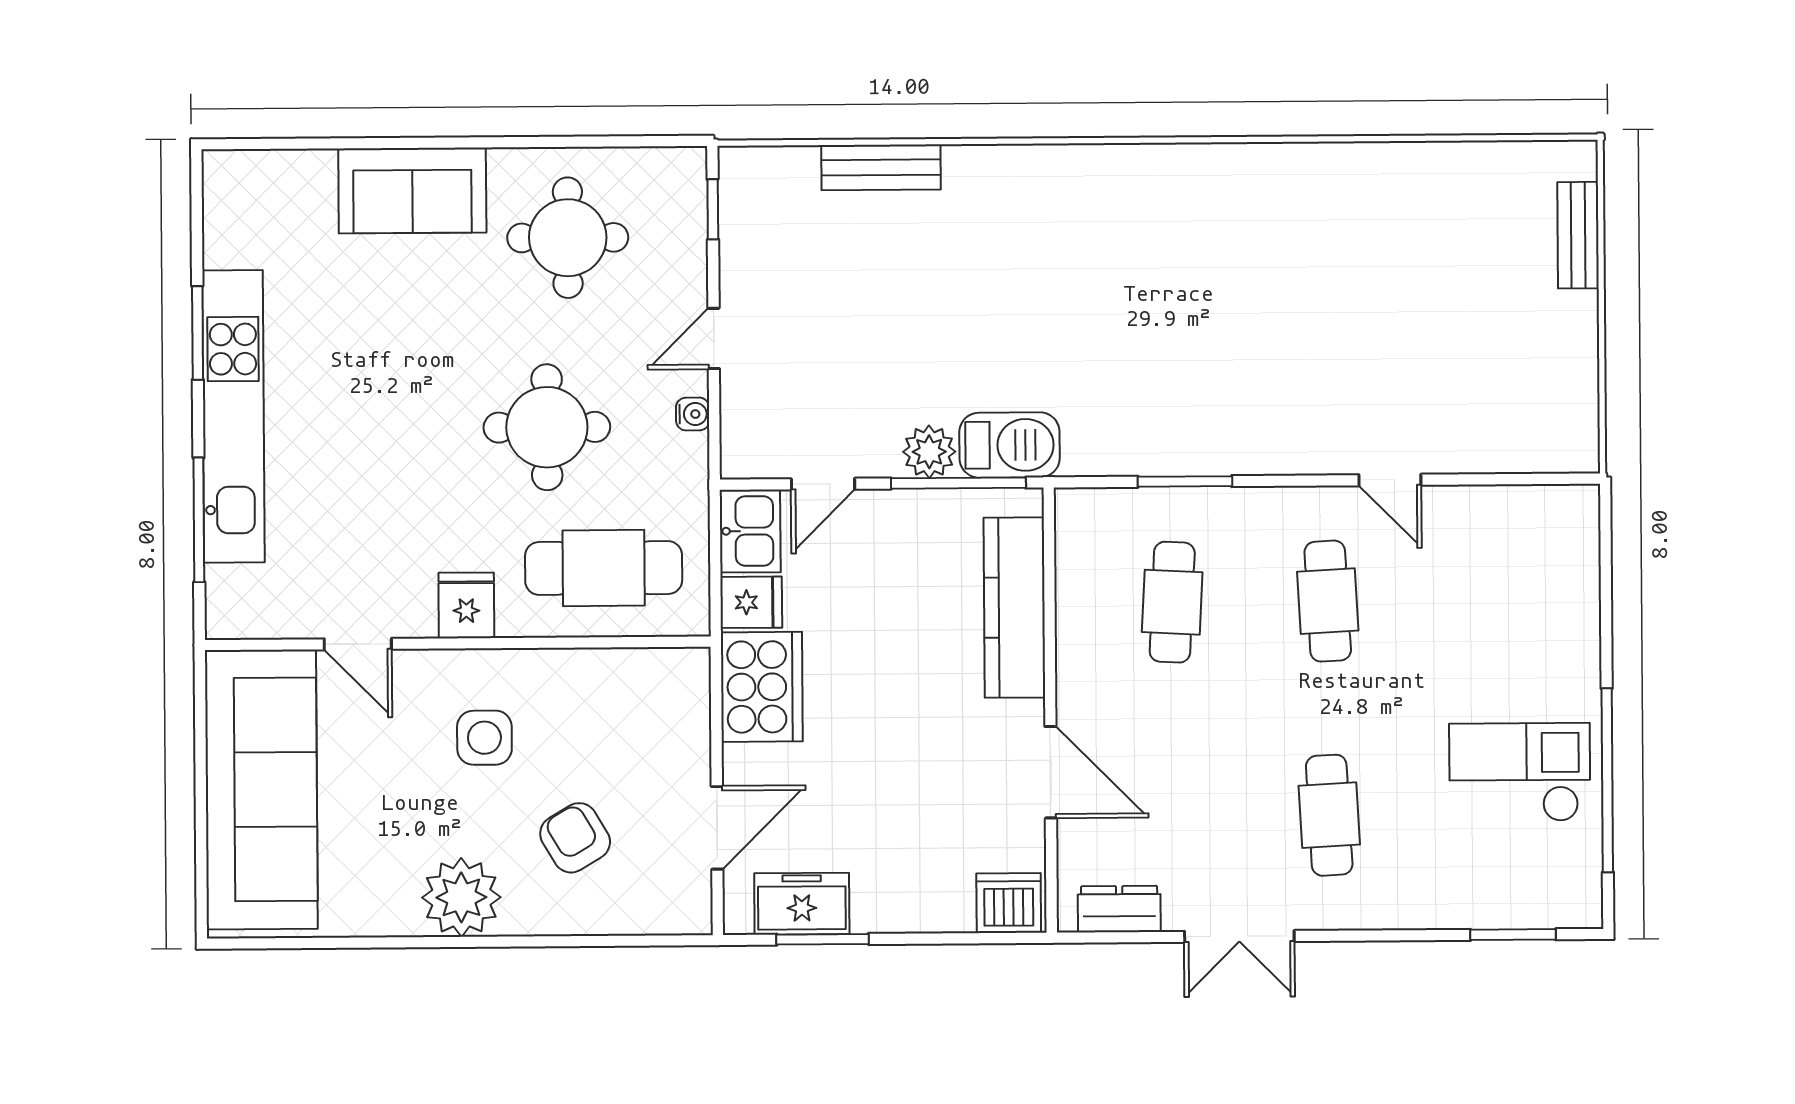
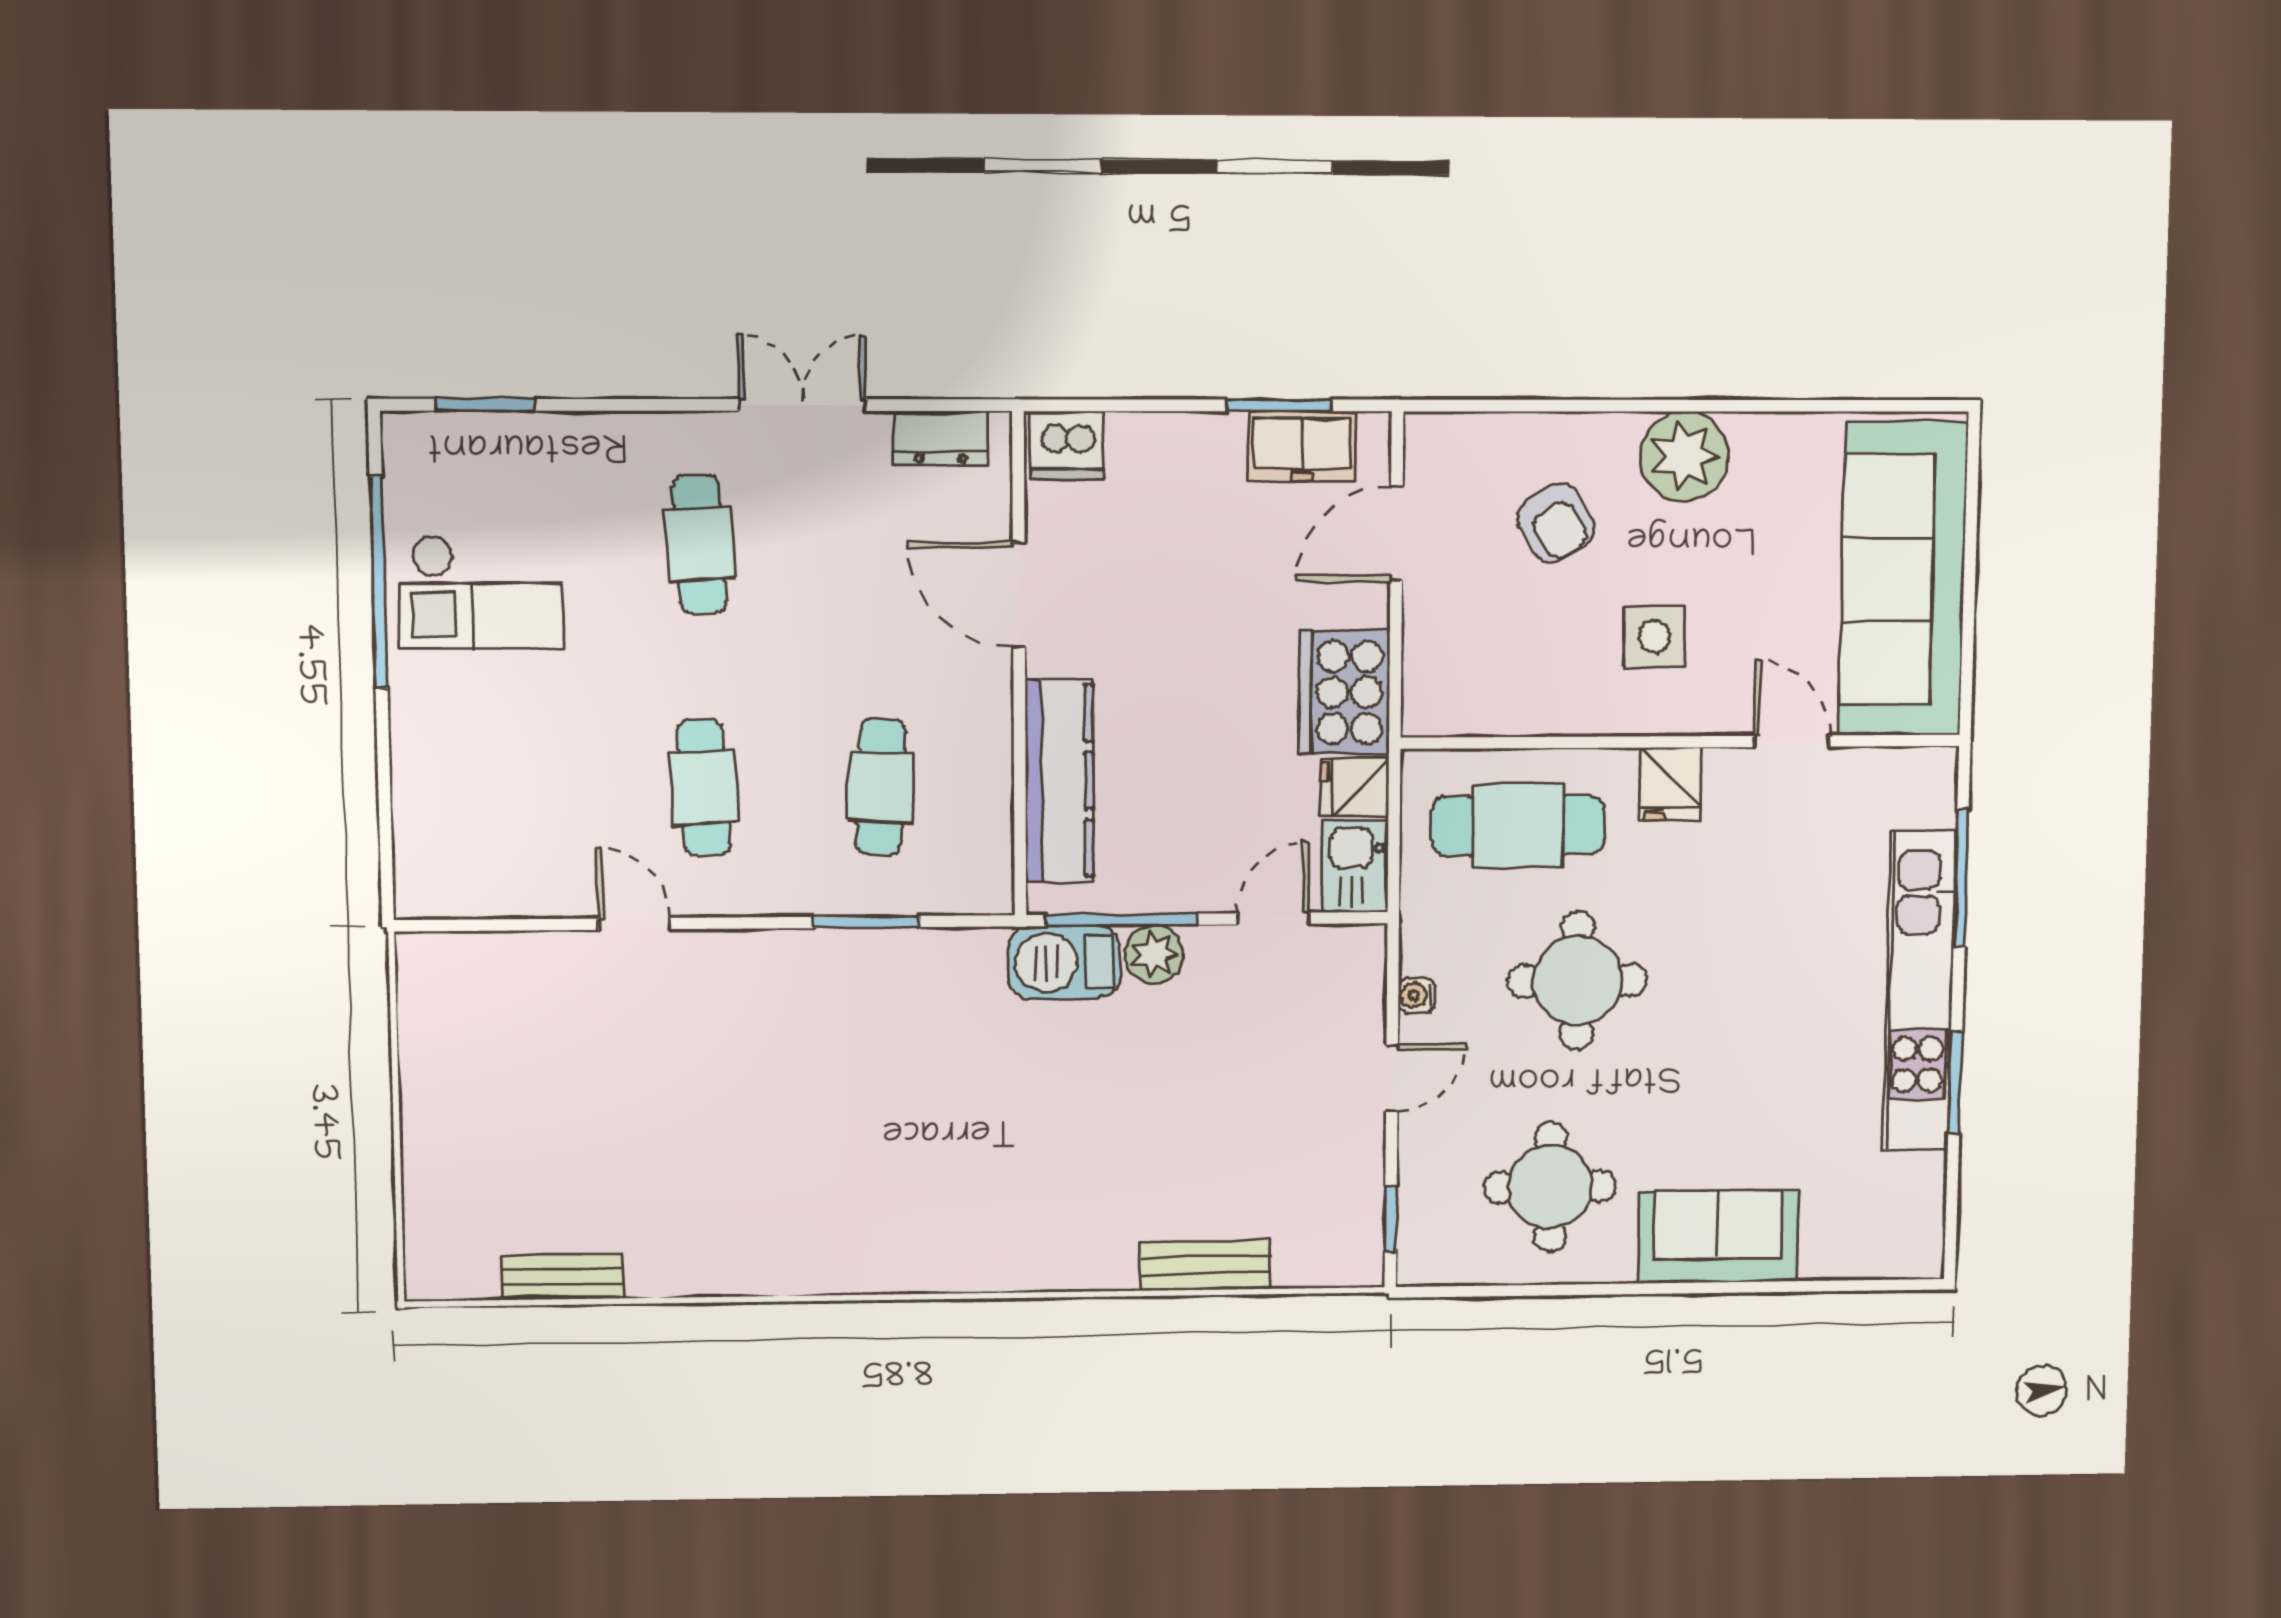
bench: (1578, 235) -> (563, 1277), moved, turned 90

